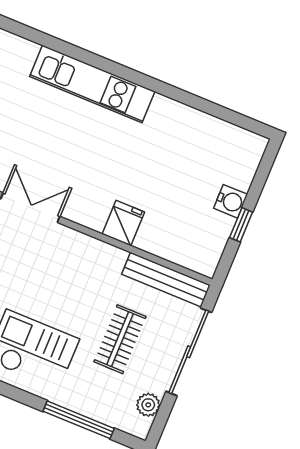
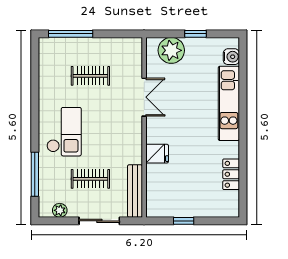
locker: (200, 124) -> (231, 174), added
water cooler: (231, 201) -> (231, 57), moved, turned -90
sliding door: (189, 352) -> (99, 221), width x0.73

